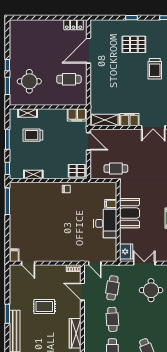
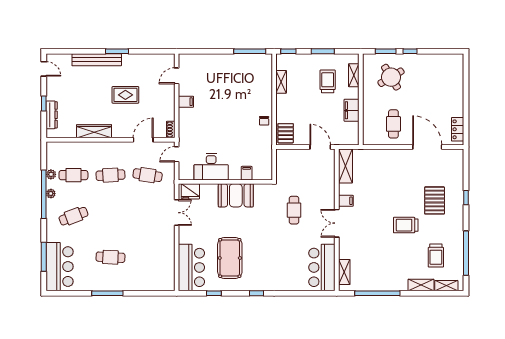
round table: (29, 81) -> (391, 77), turned -31
filing cabinet: (77, 115) -> (352, 110), moved
filing cabinet: (129, 120) -> (346, 201), width x0.50
door: (89, 141) -> (320, 147), swing flipped
cafe table: (116, 169) -> (294, 210), moved
desk: (105, 223) -> (211, 167), moved
filing cabinet: (14, 255) -> (186, 102), moved
round table: (151, 290) -> (145, 221), removed
rug: (44, 307) -> (125, 95), turned 90

